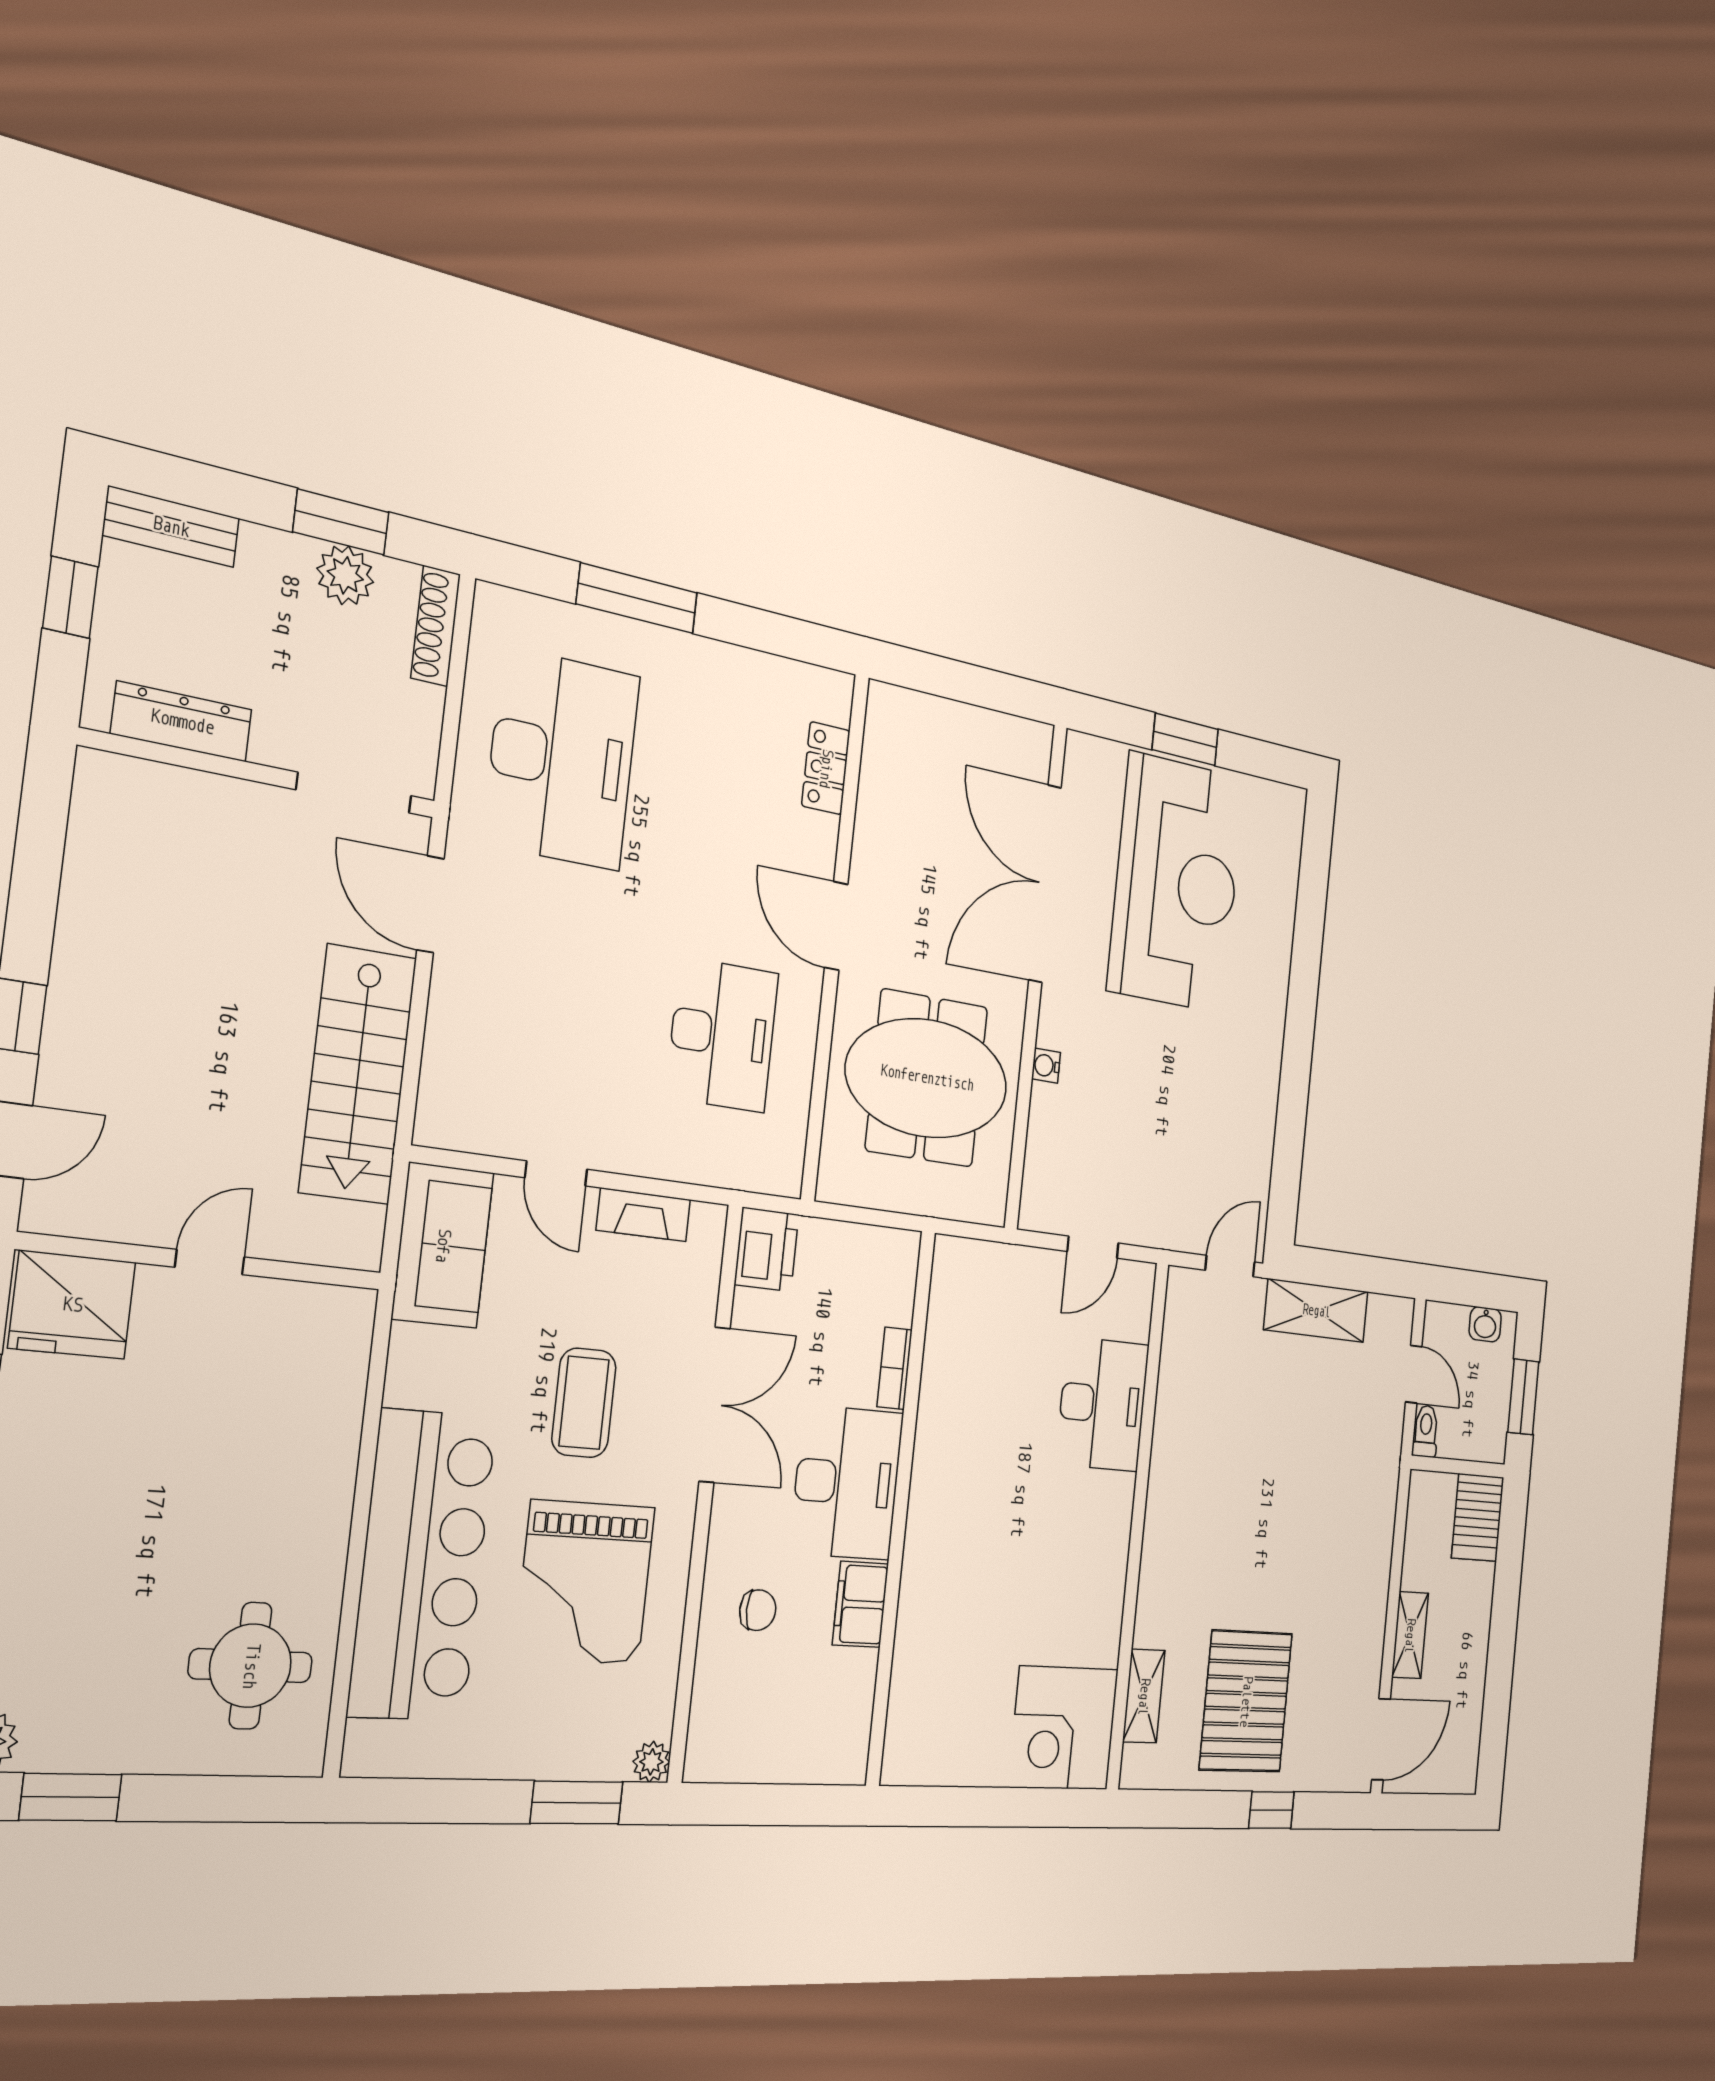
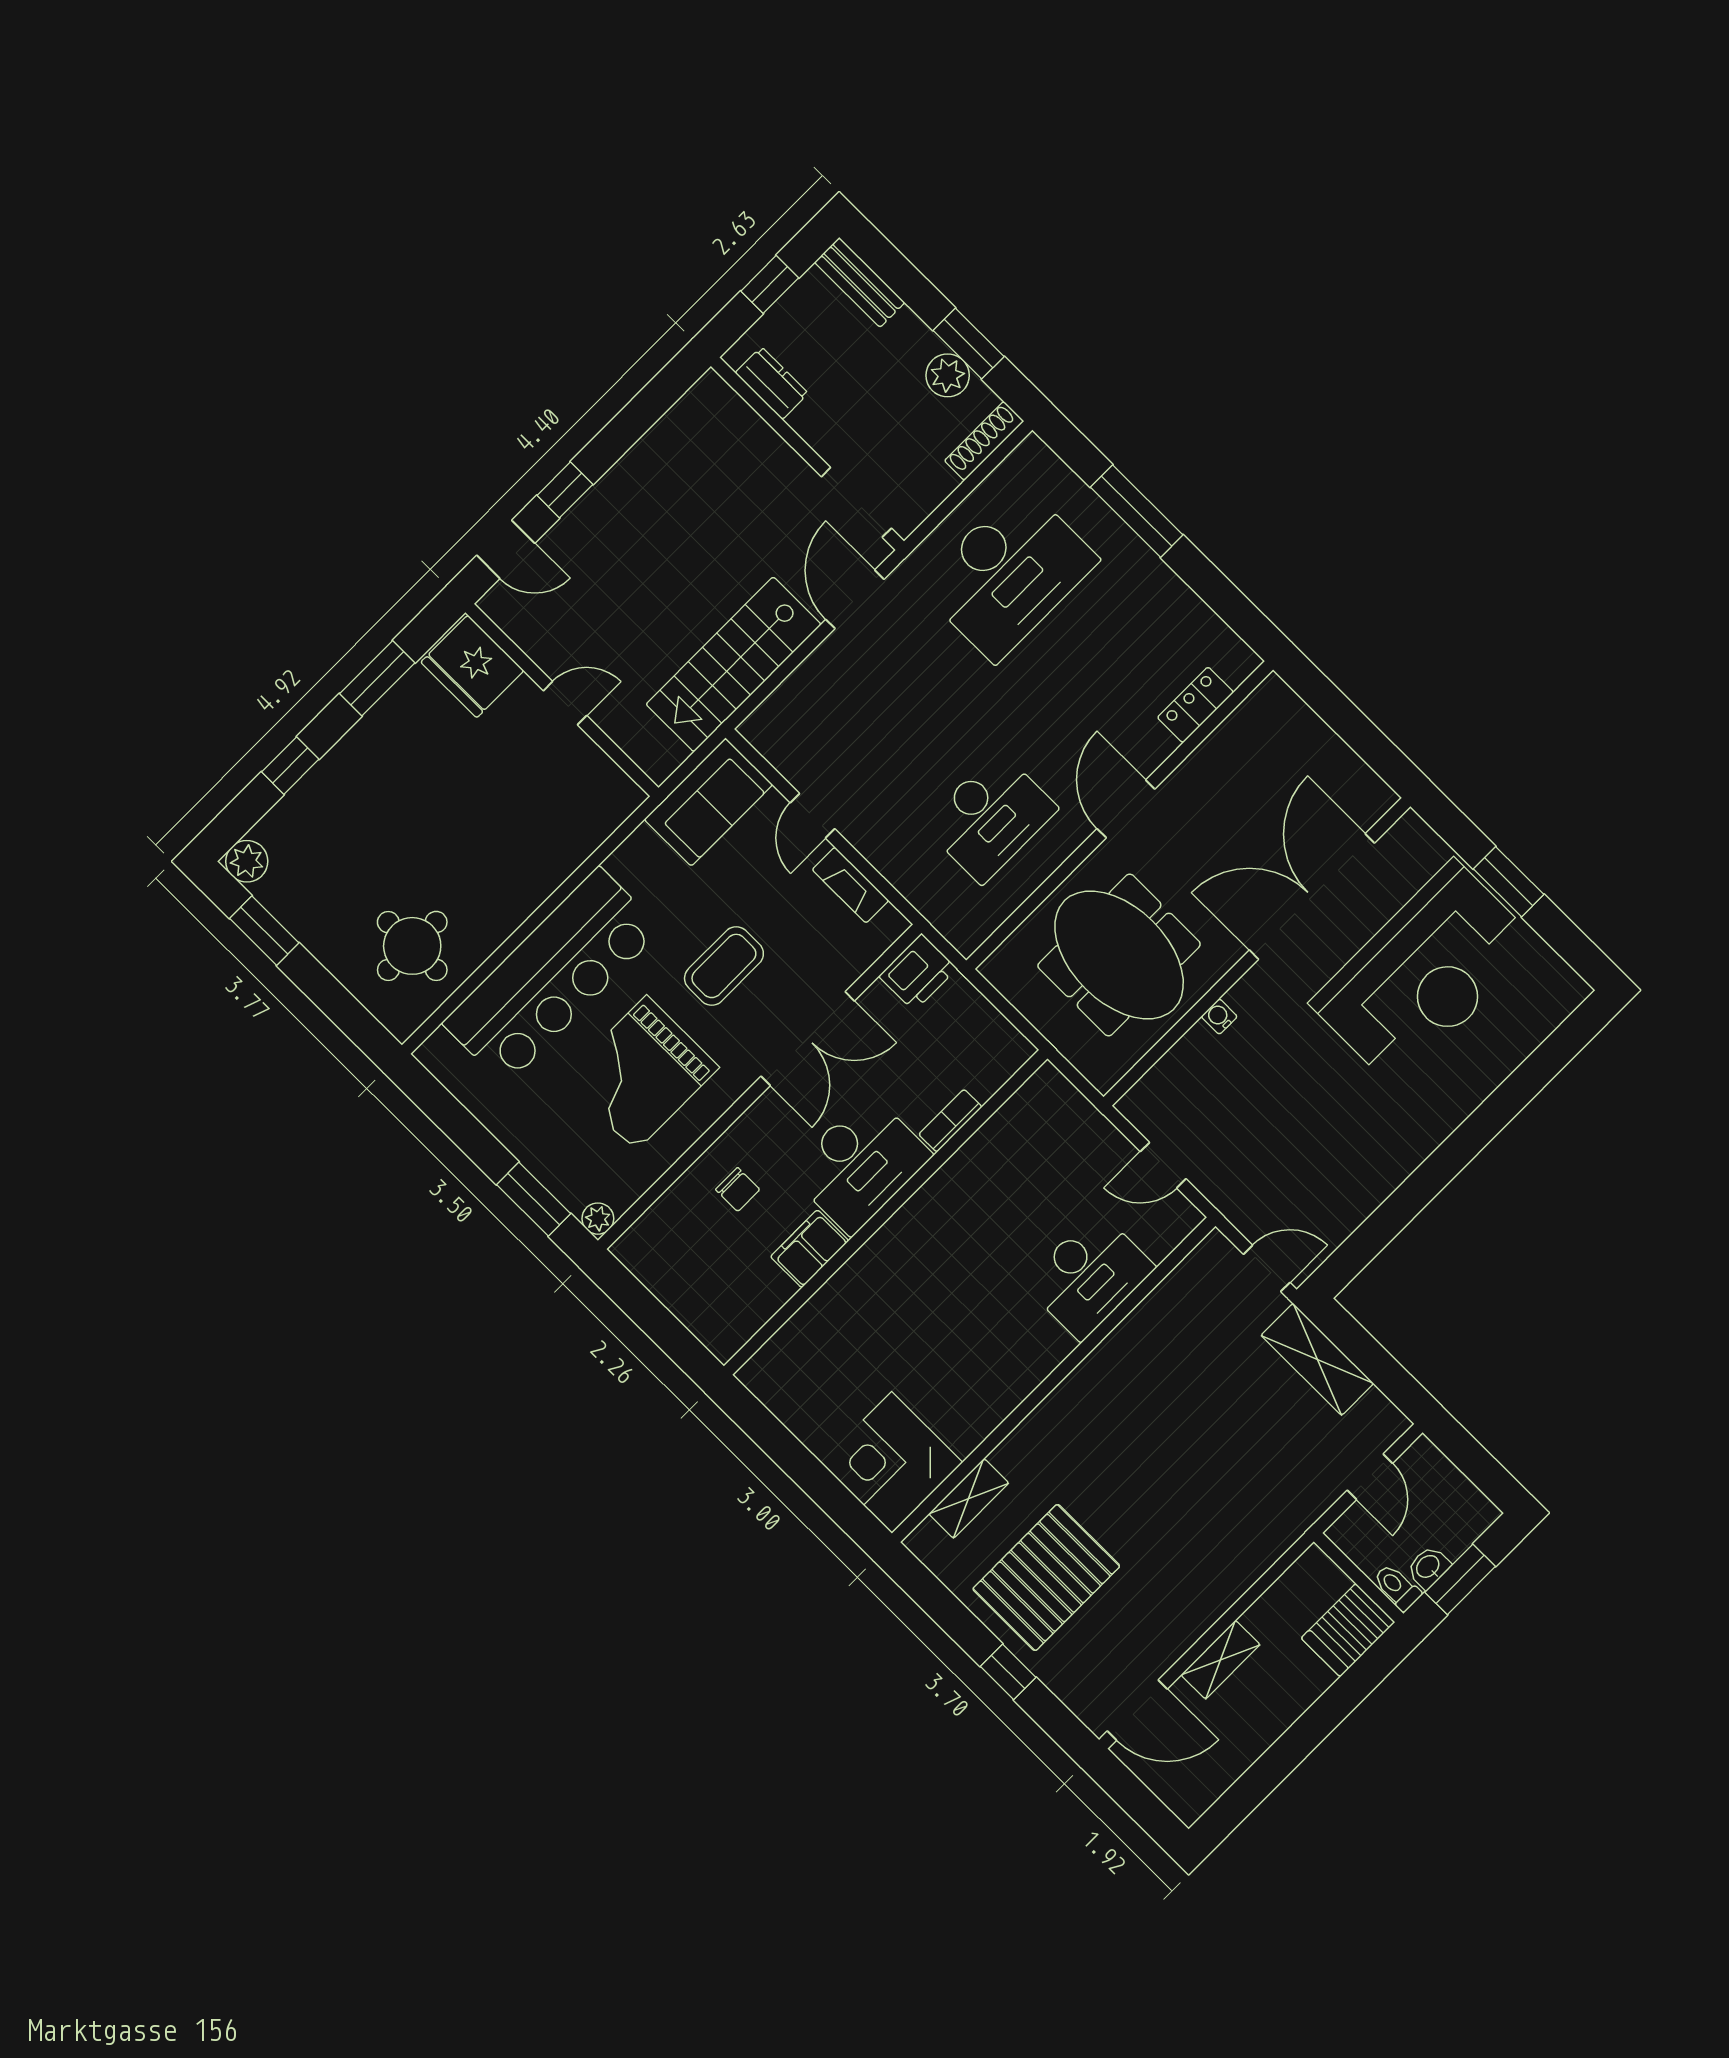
dresser: (182, 722) -> (772, 383), width x0.70
washbasin: (1485, 1324) -> (1428, 1567), moved, turned 90
toilet: (1426, 1431) -> (1397, 1587), moved, turned -90

